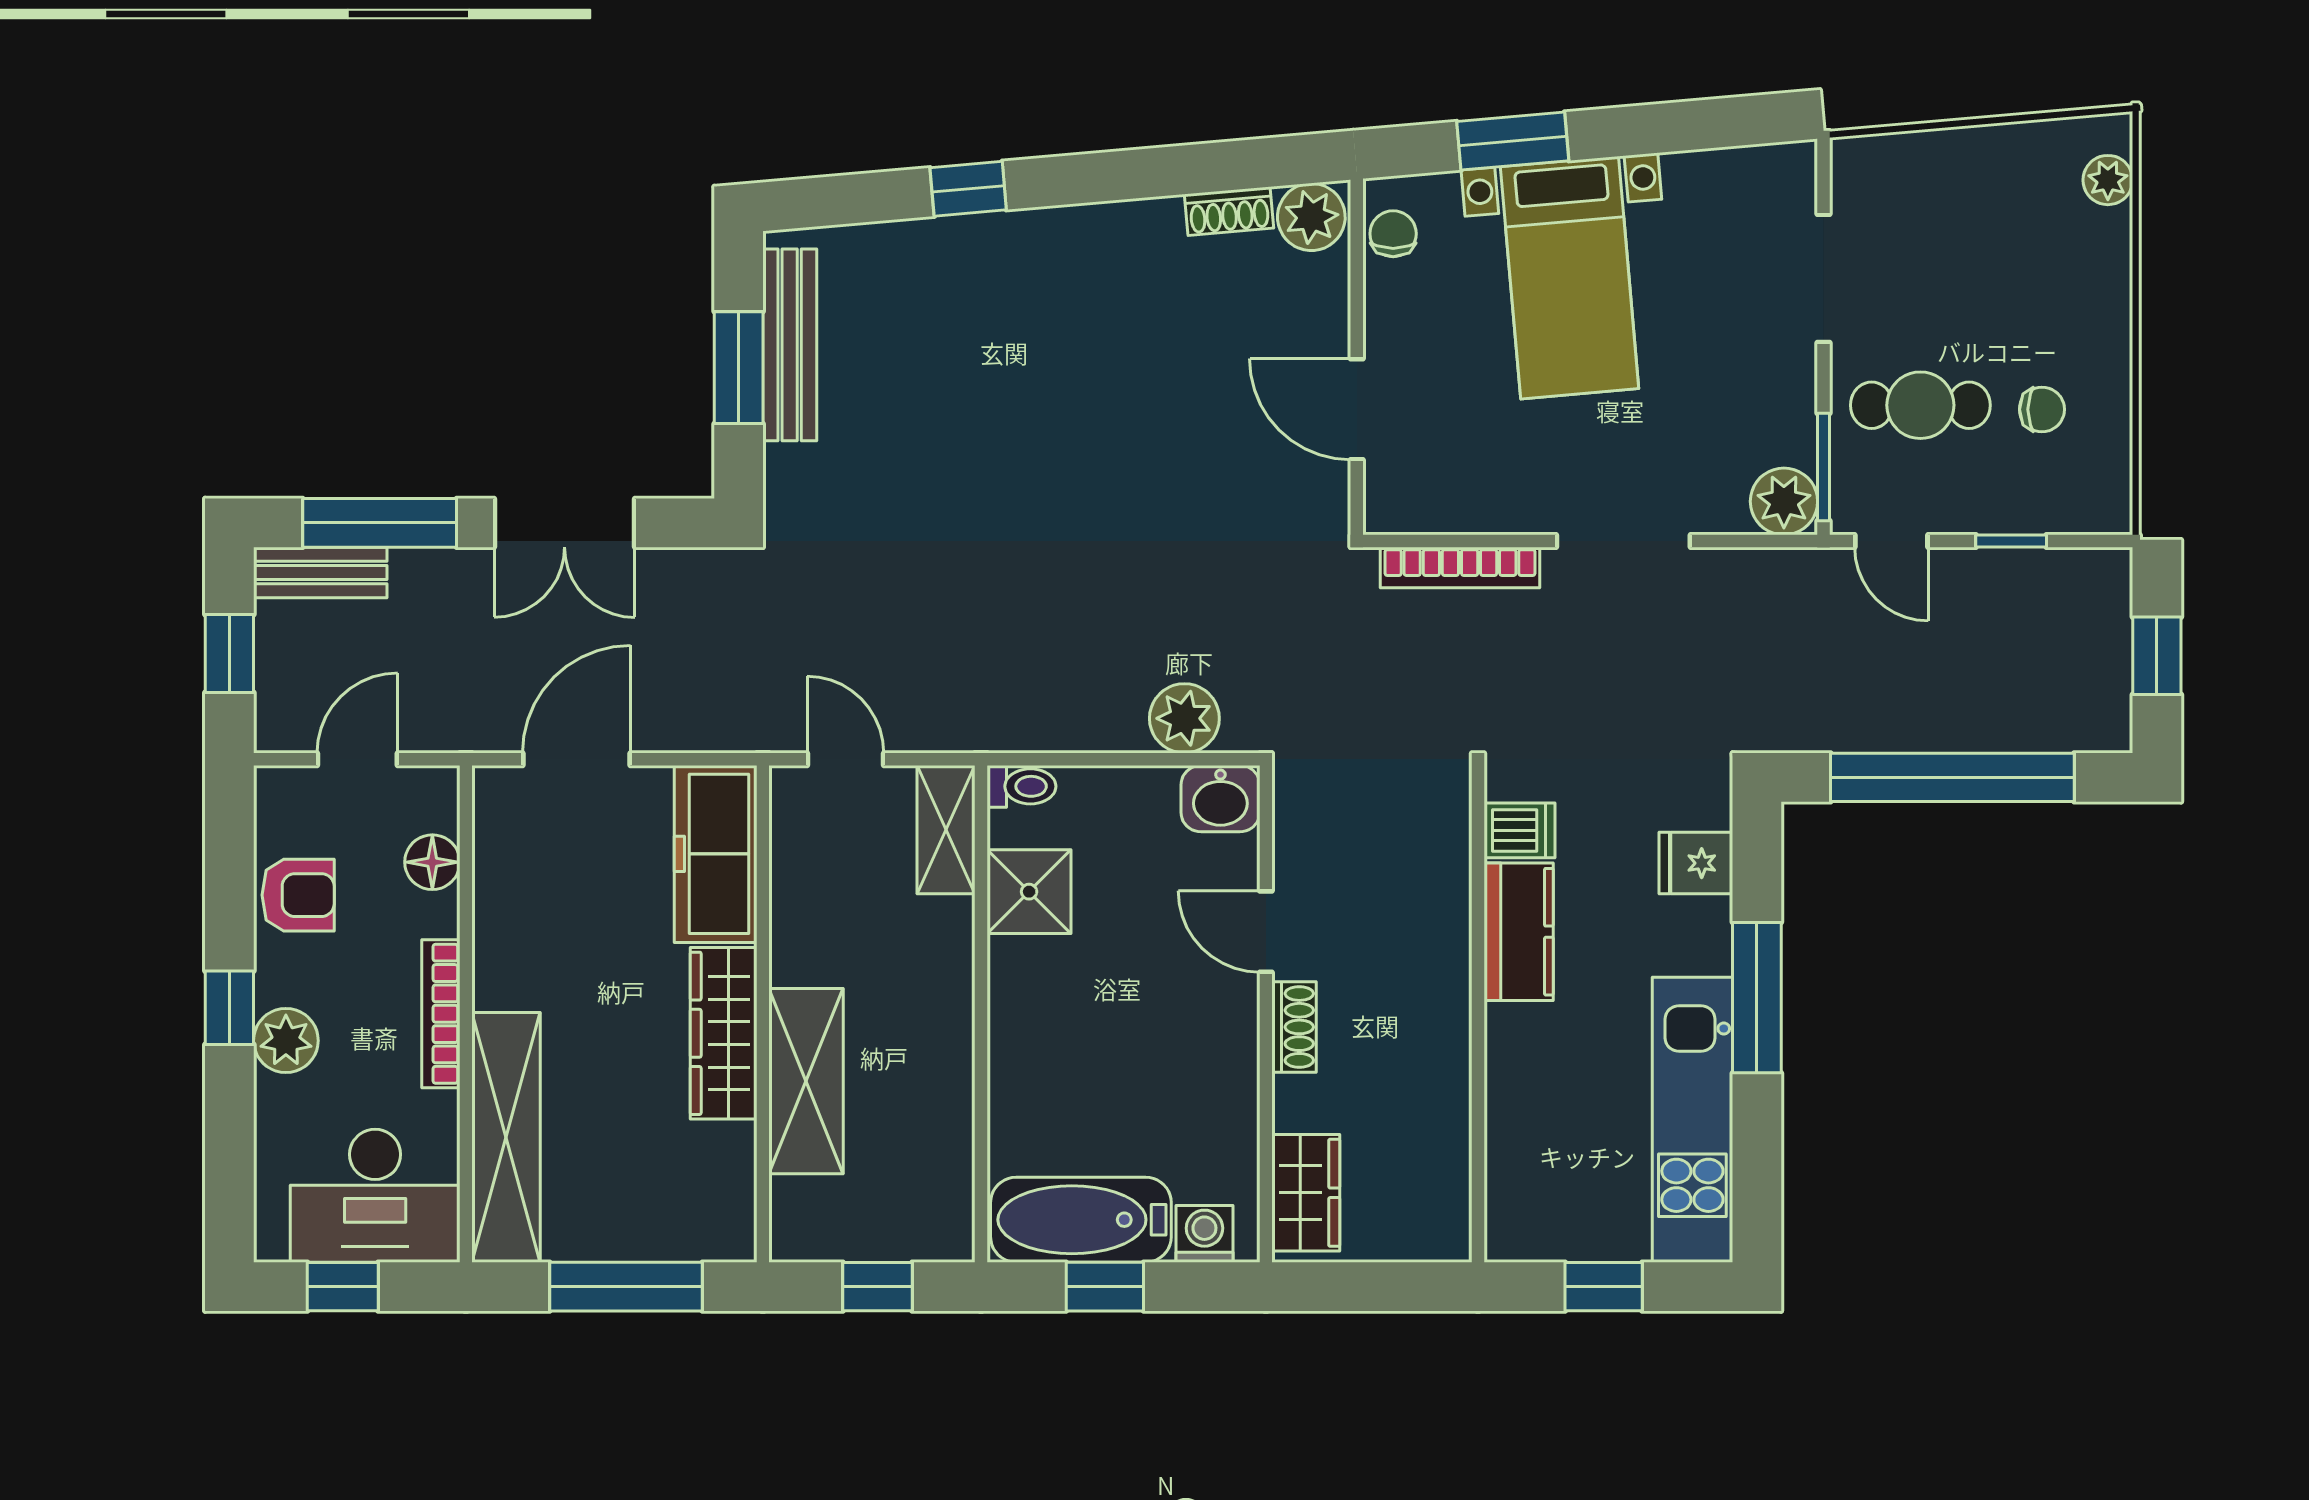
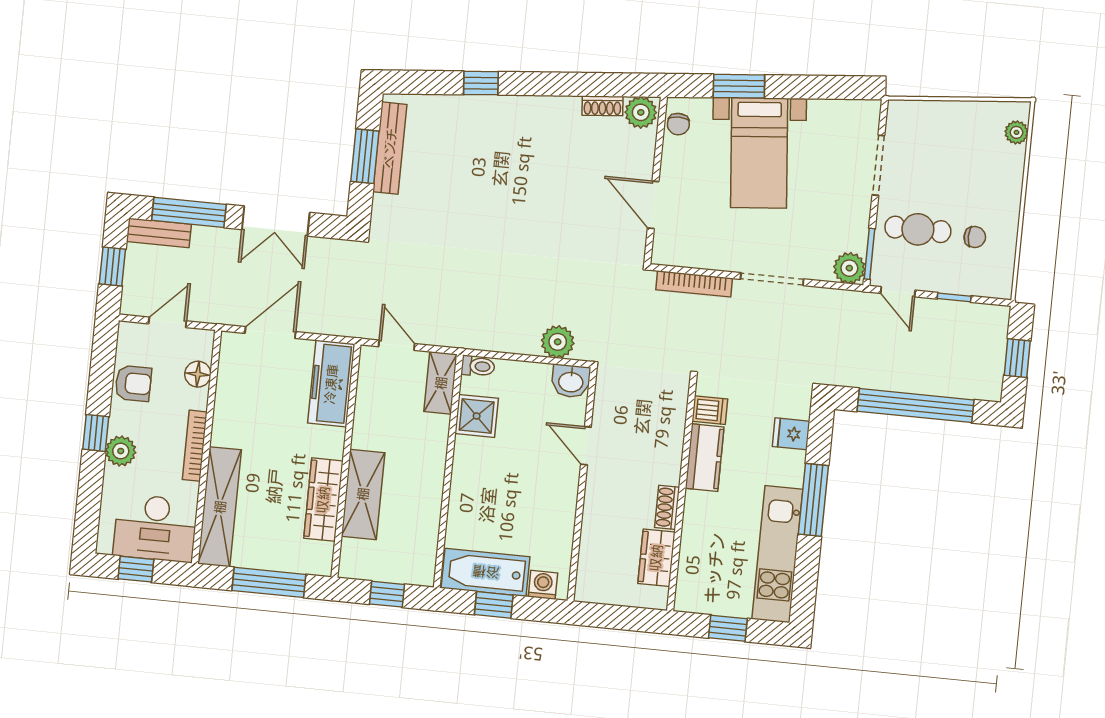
chair: (1393, 234) -> (678, 124), turned 180
shoe rack: (1294, 1027) -> (667, 507), moved, turned 180
wardrobe: (724, 1033) -> (323, 500), moved
wardrobe: (1306, 1193) -> (656, 558), moved, turned 180

